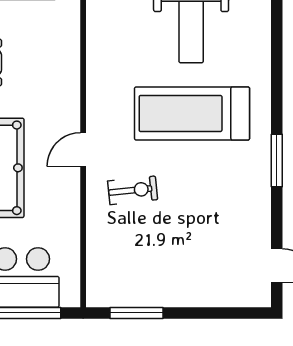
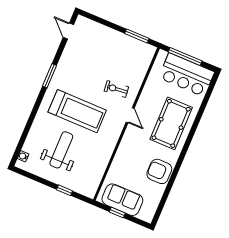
door: (83, 150) -> (130, 115), hinge flipped

